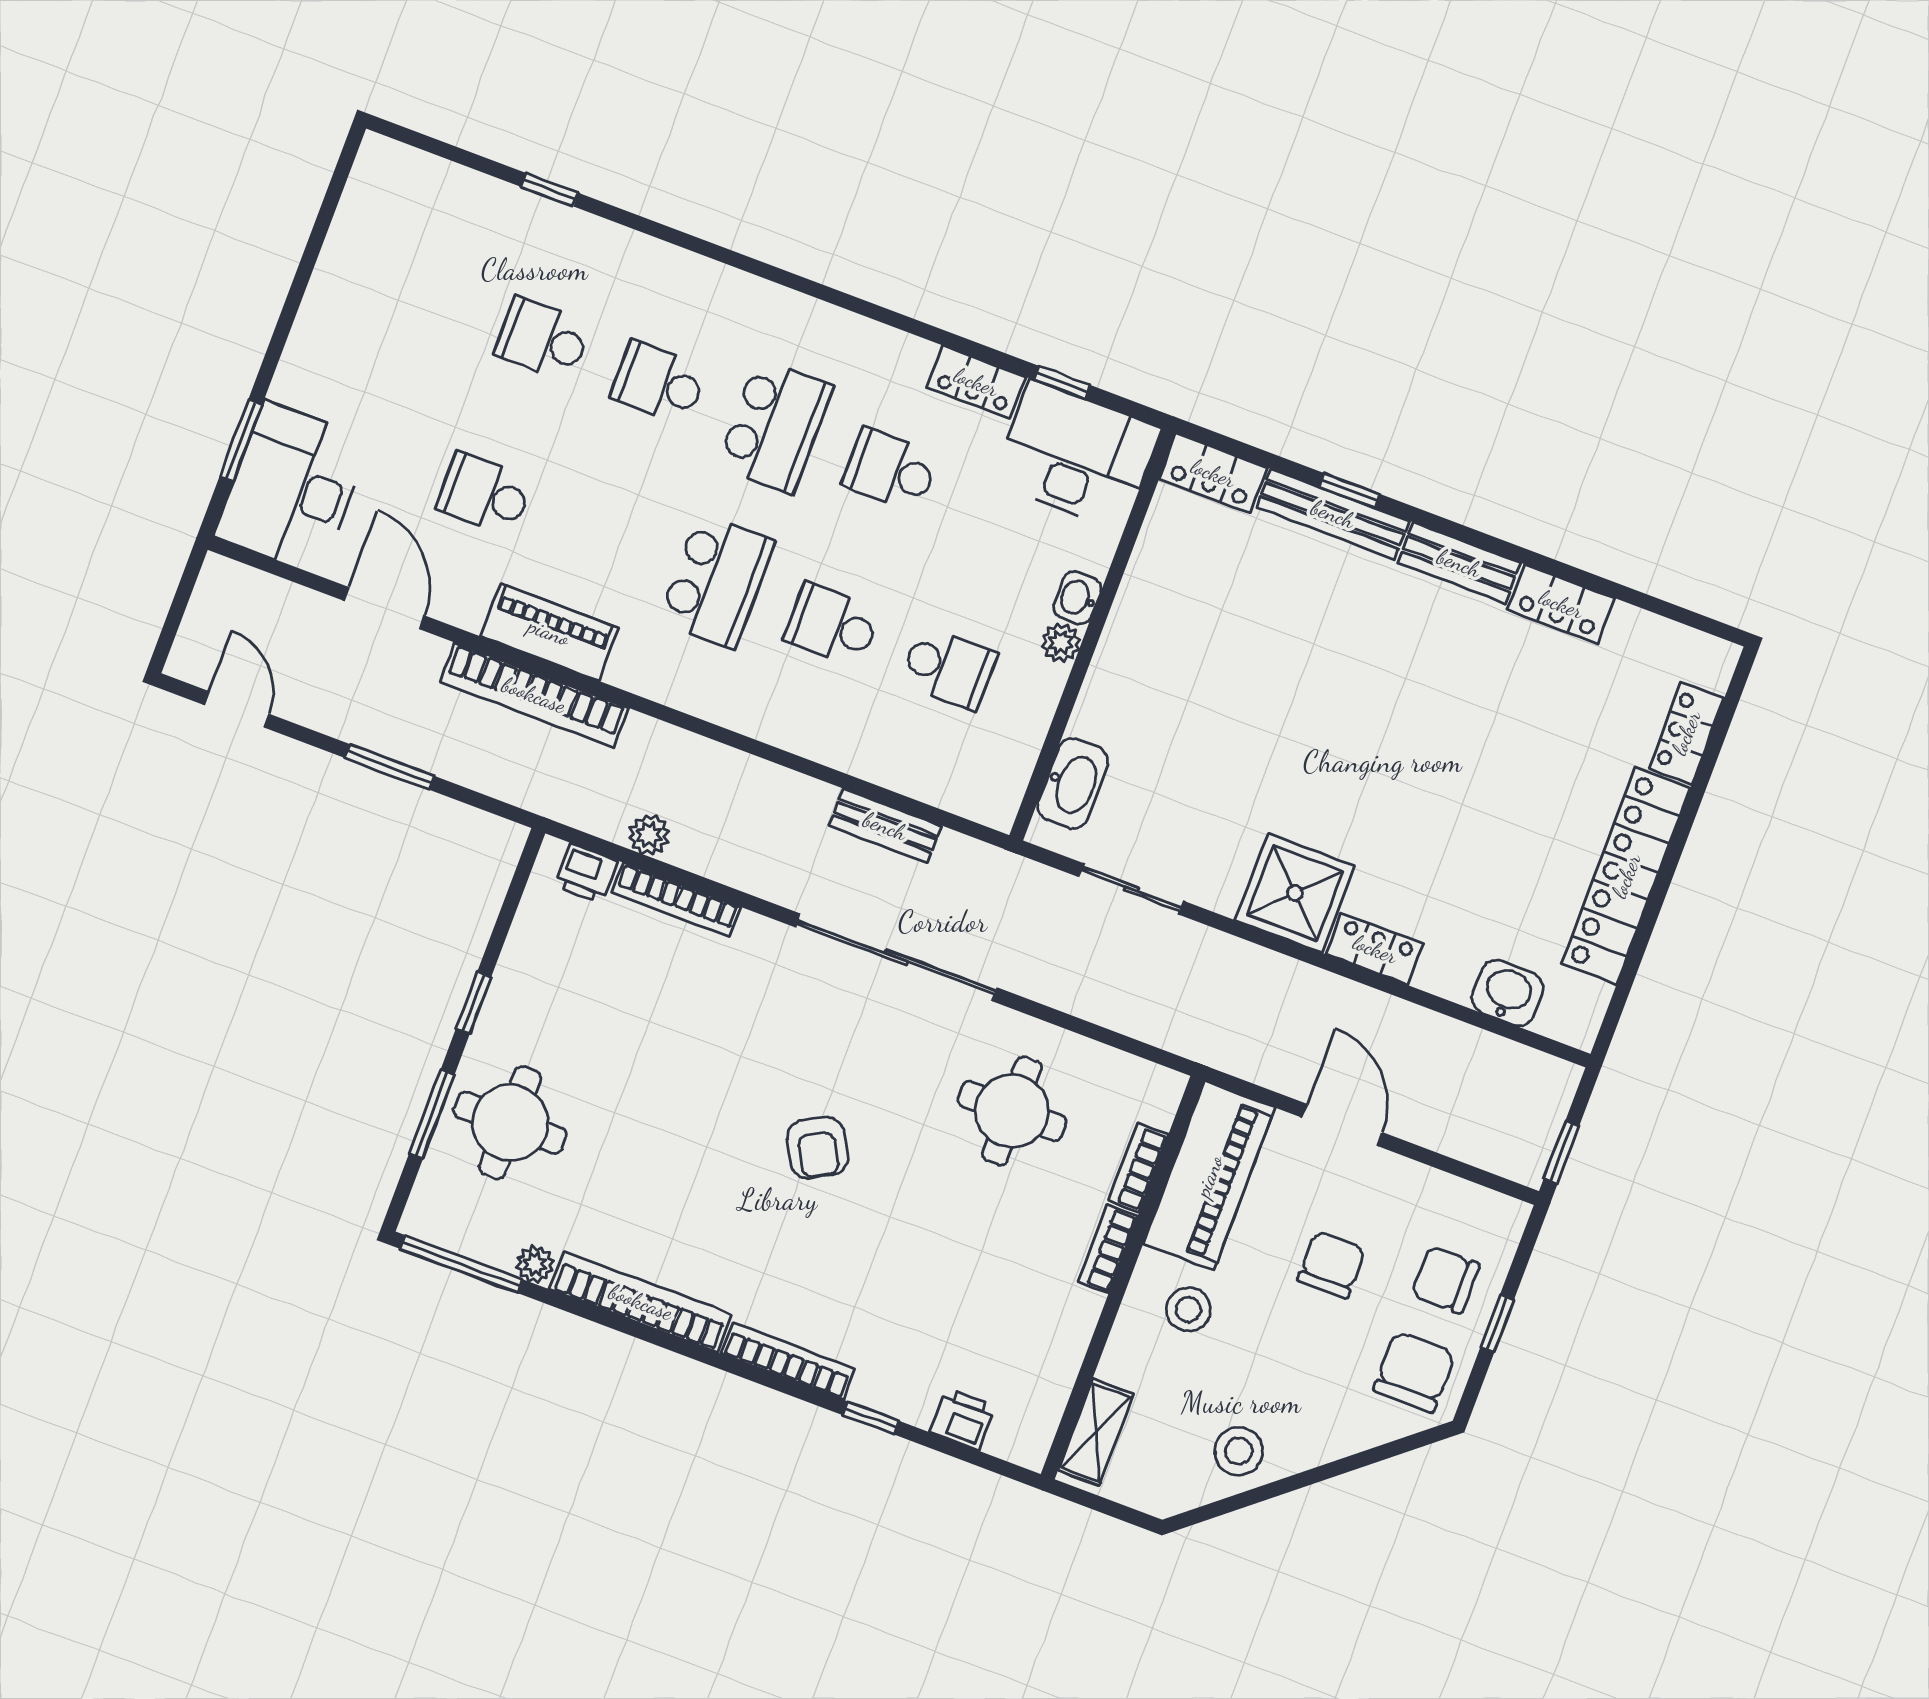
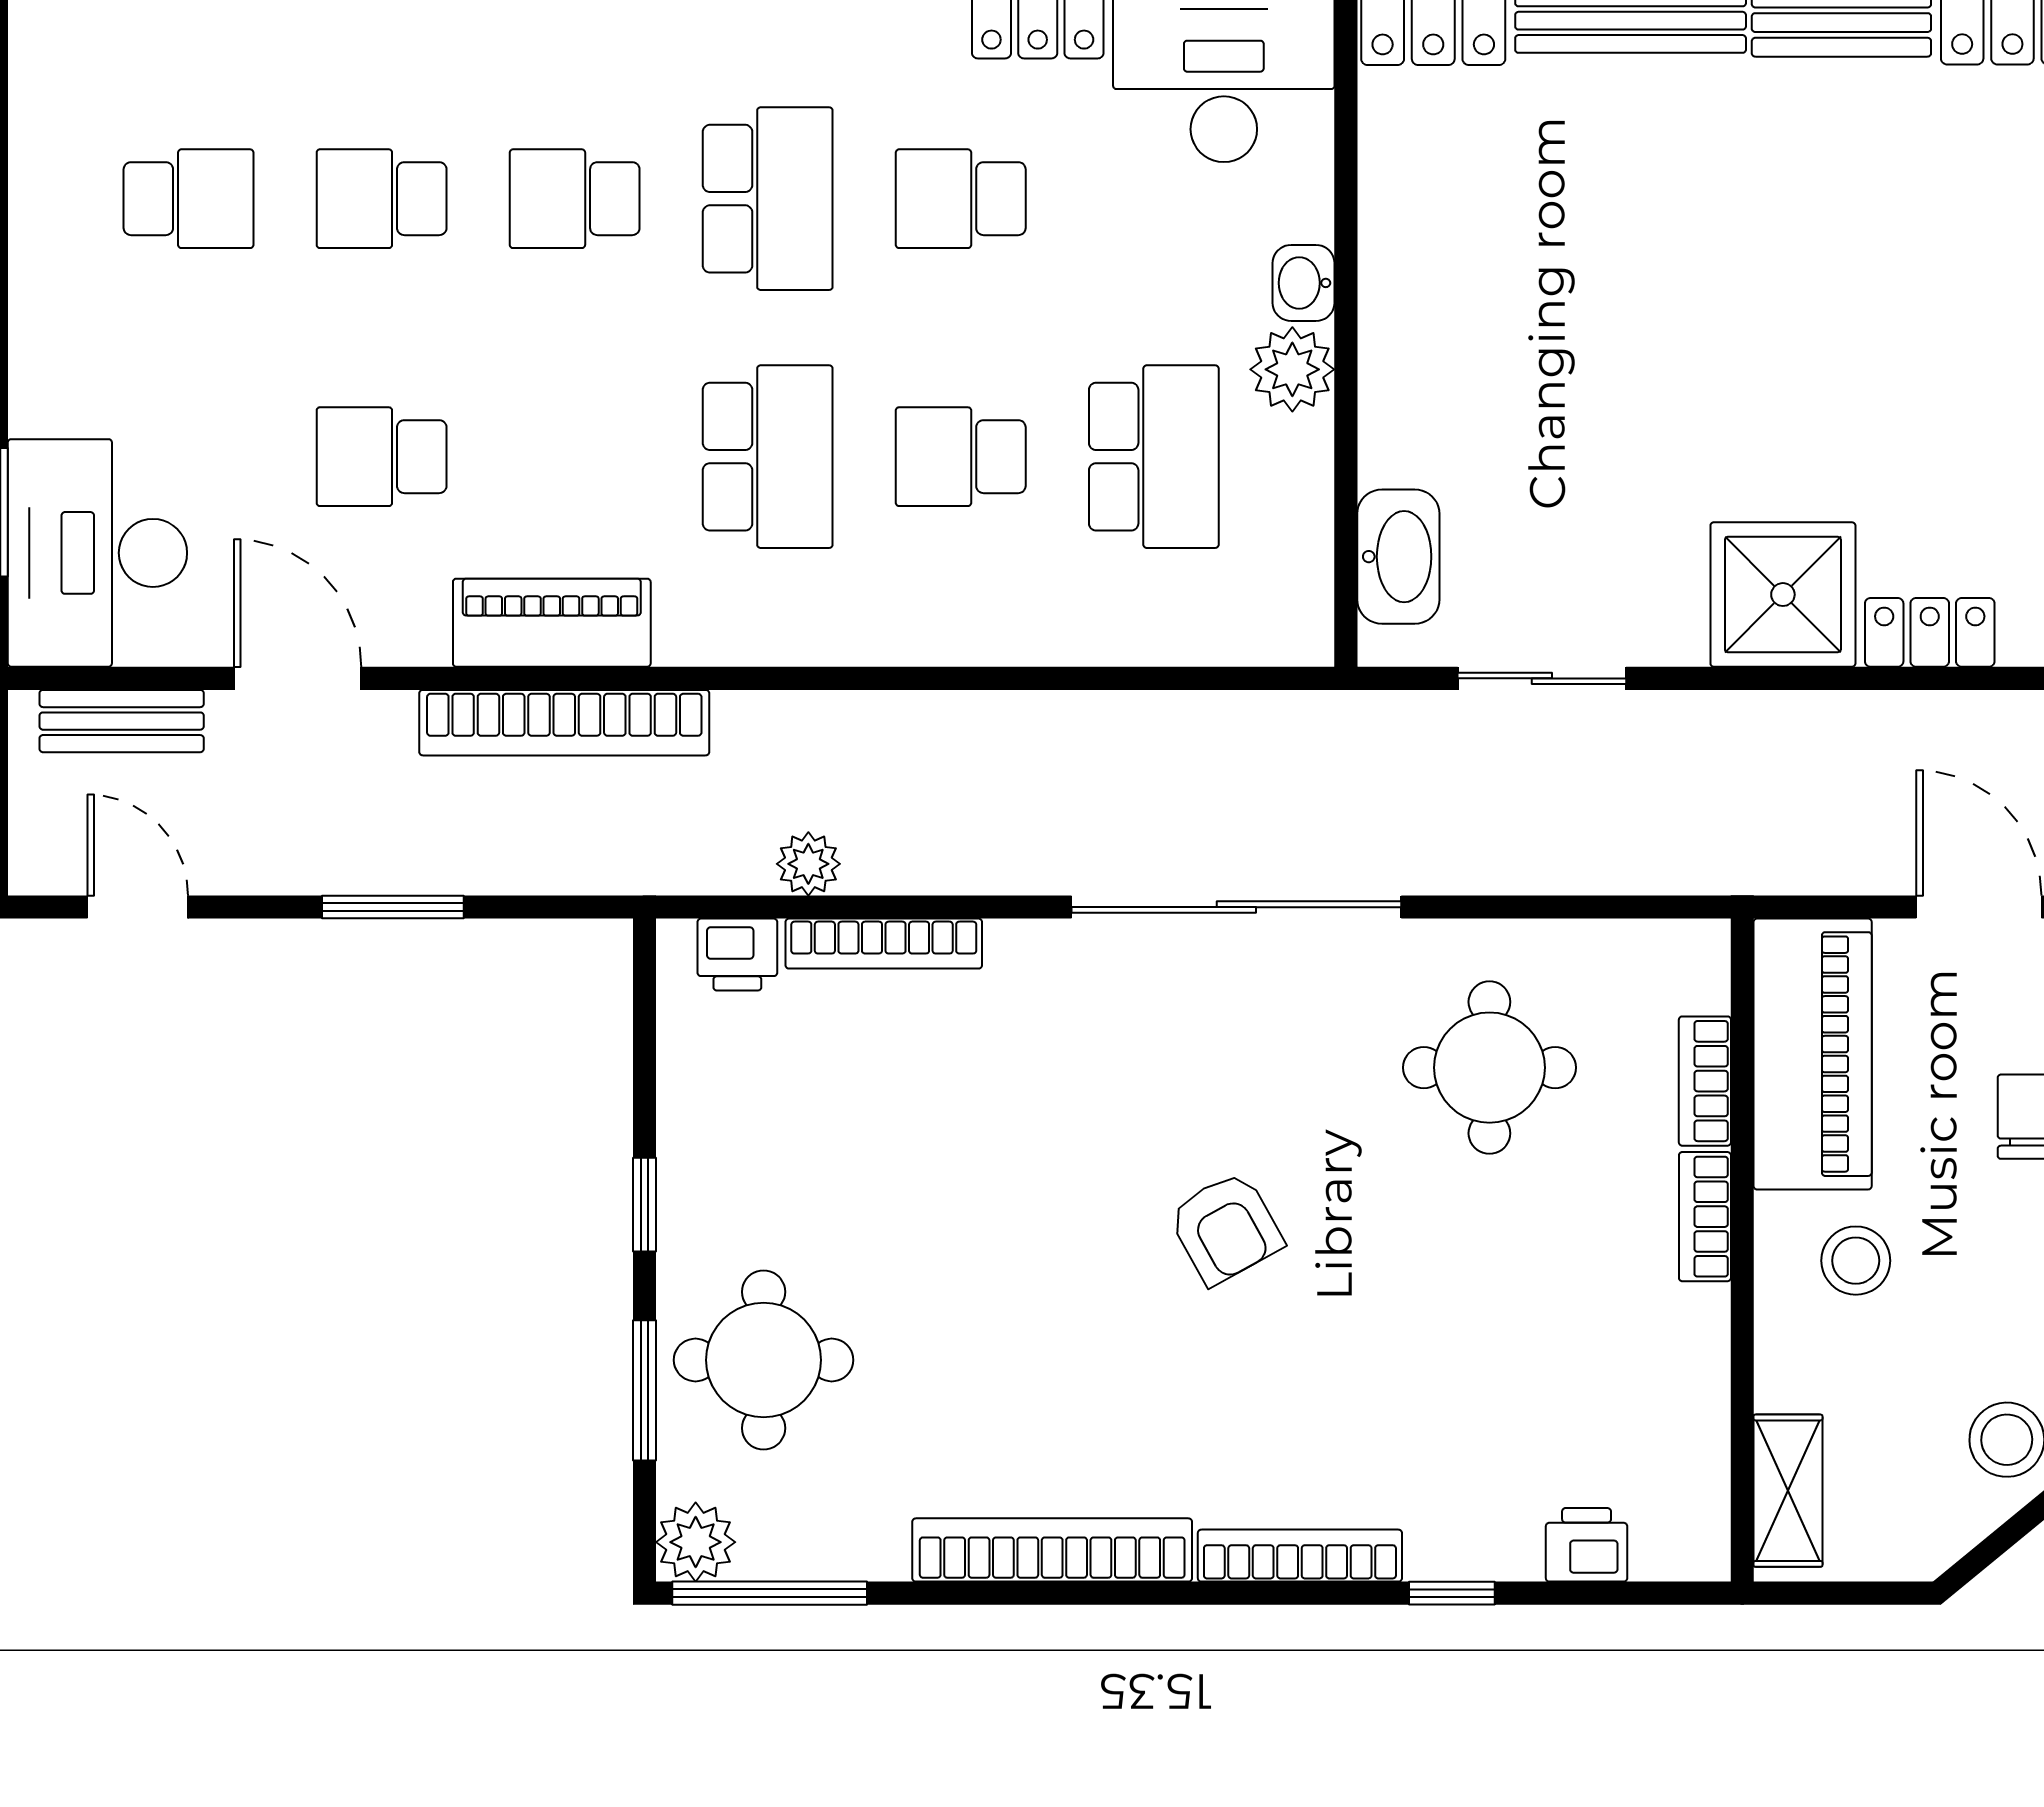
school desk: (427, 296) -> (189, 199), added
plant: (1061, 643) -> (1292, 369), width x1.38, depth x1.38
school desk: (948, 668) -> (1154, 457), width x1.85
bench: (885, 826) -> (122, 721), moved
plant: (535, 1264) -> (696, 1542), moved, width x1.38, depth x1.38

